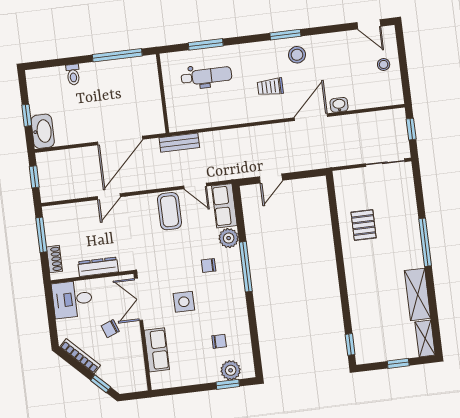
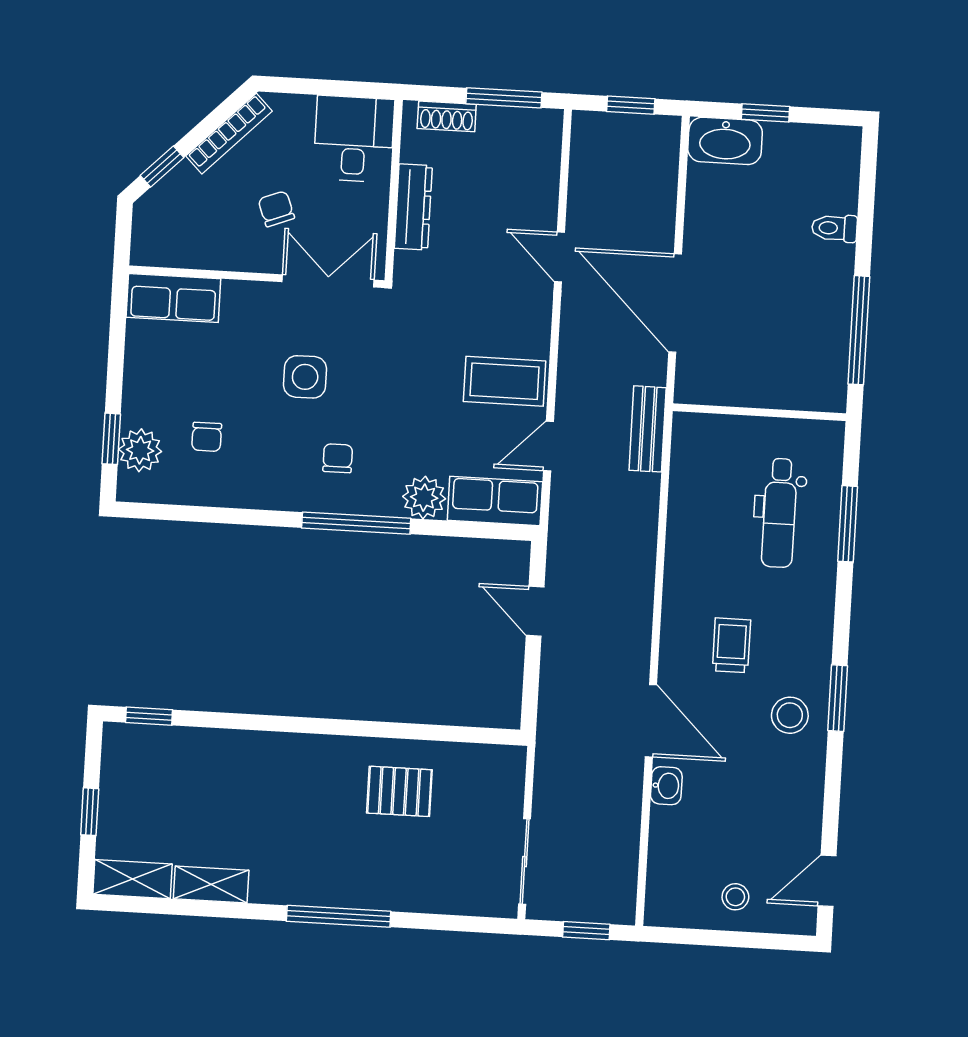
chair: (209, 265) -> (338, 458), moved
shelving: (418, 294) -> (211, 885), width x0.67, depth x0.75
row of seats: (157, 350) -> (173, 298), moved

